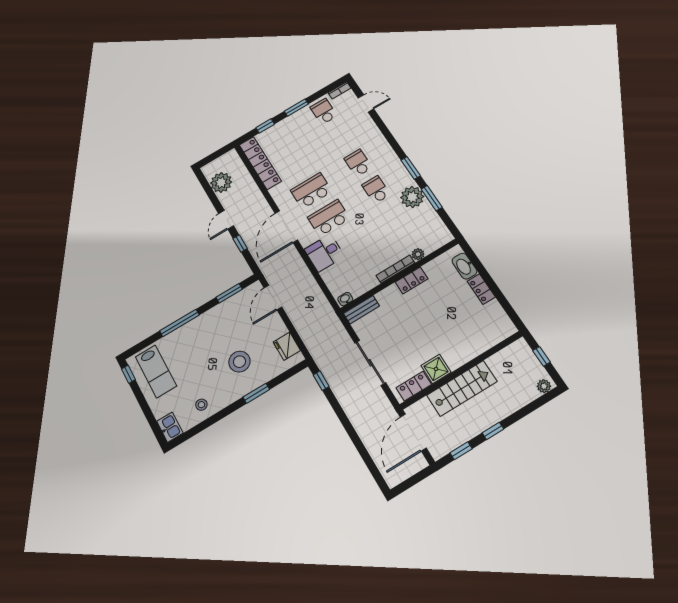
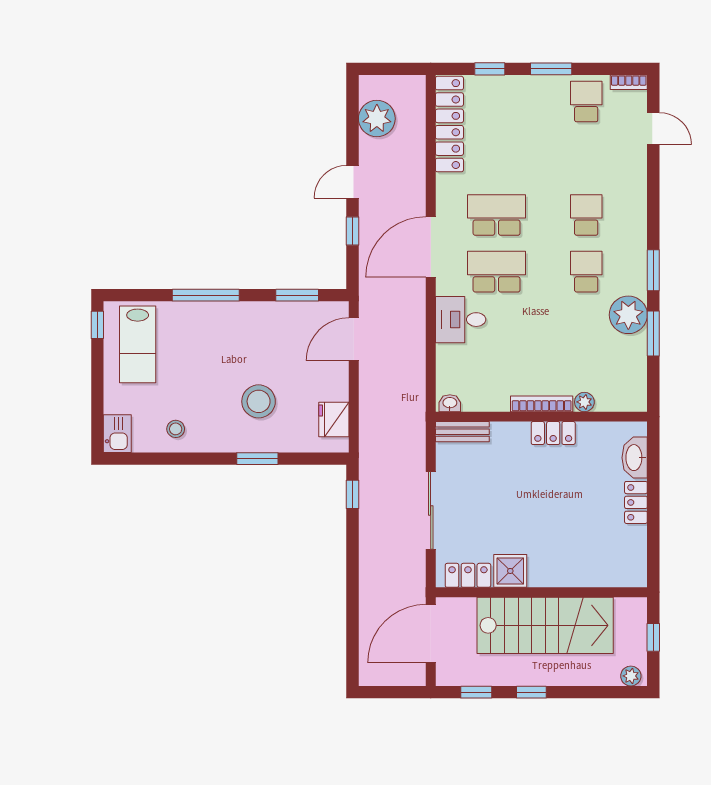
stairs: (462, 388) -> (545, 625), width x1.36, depth x1.51

